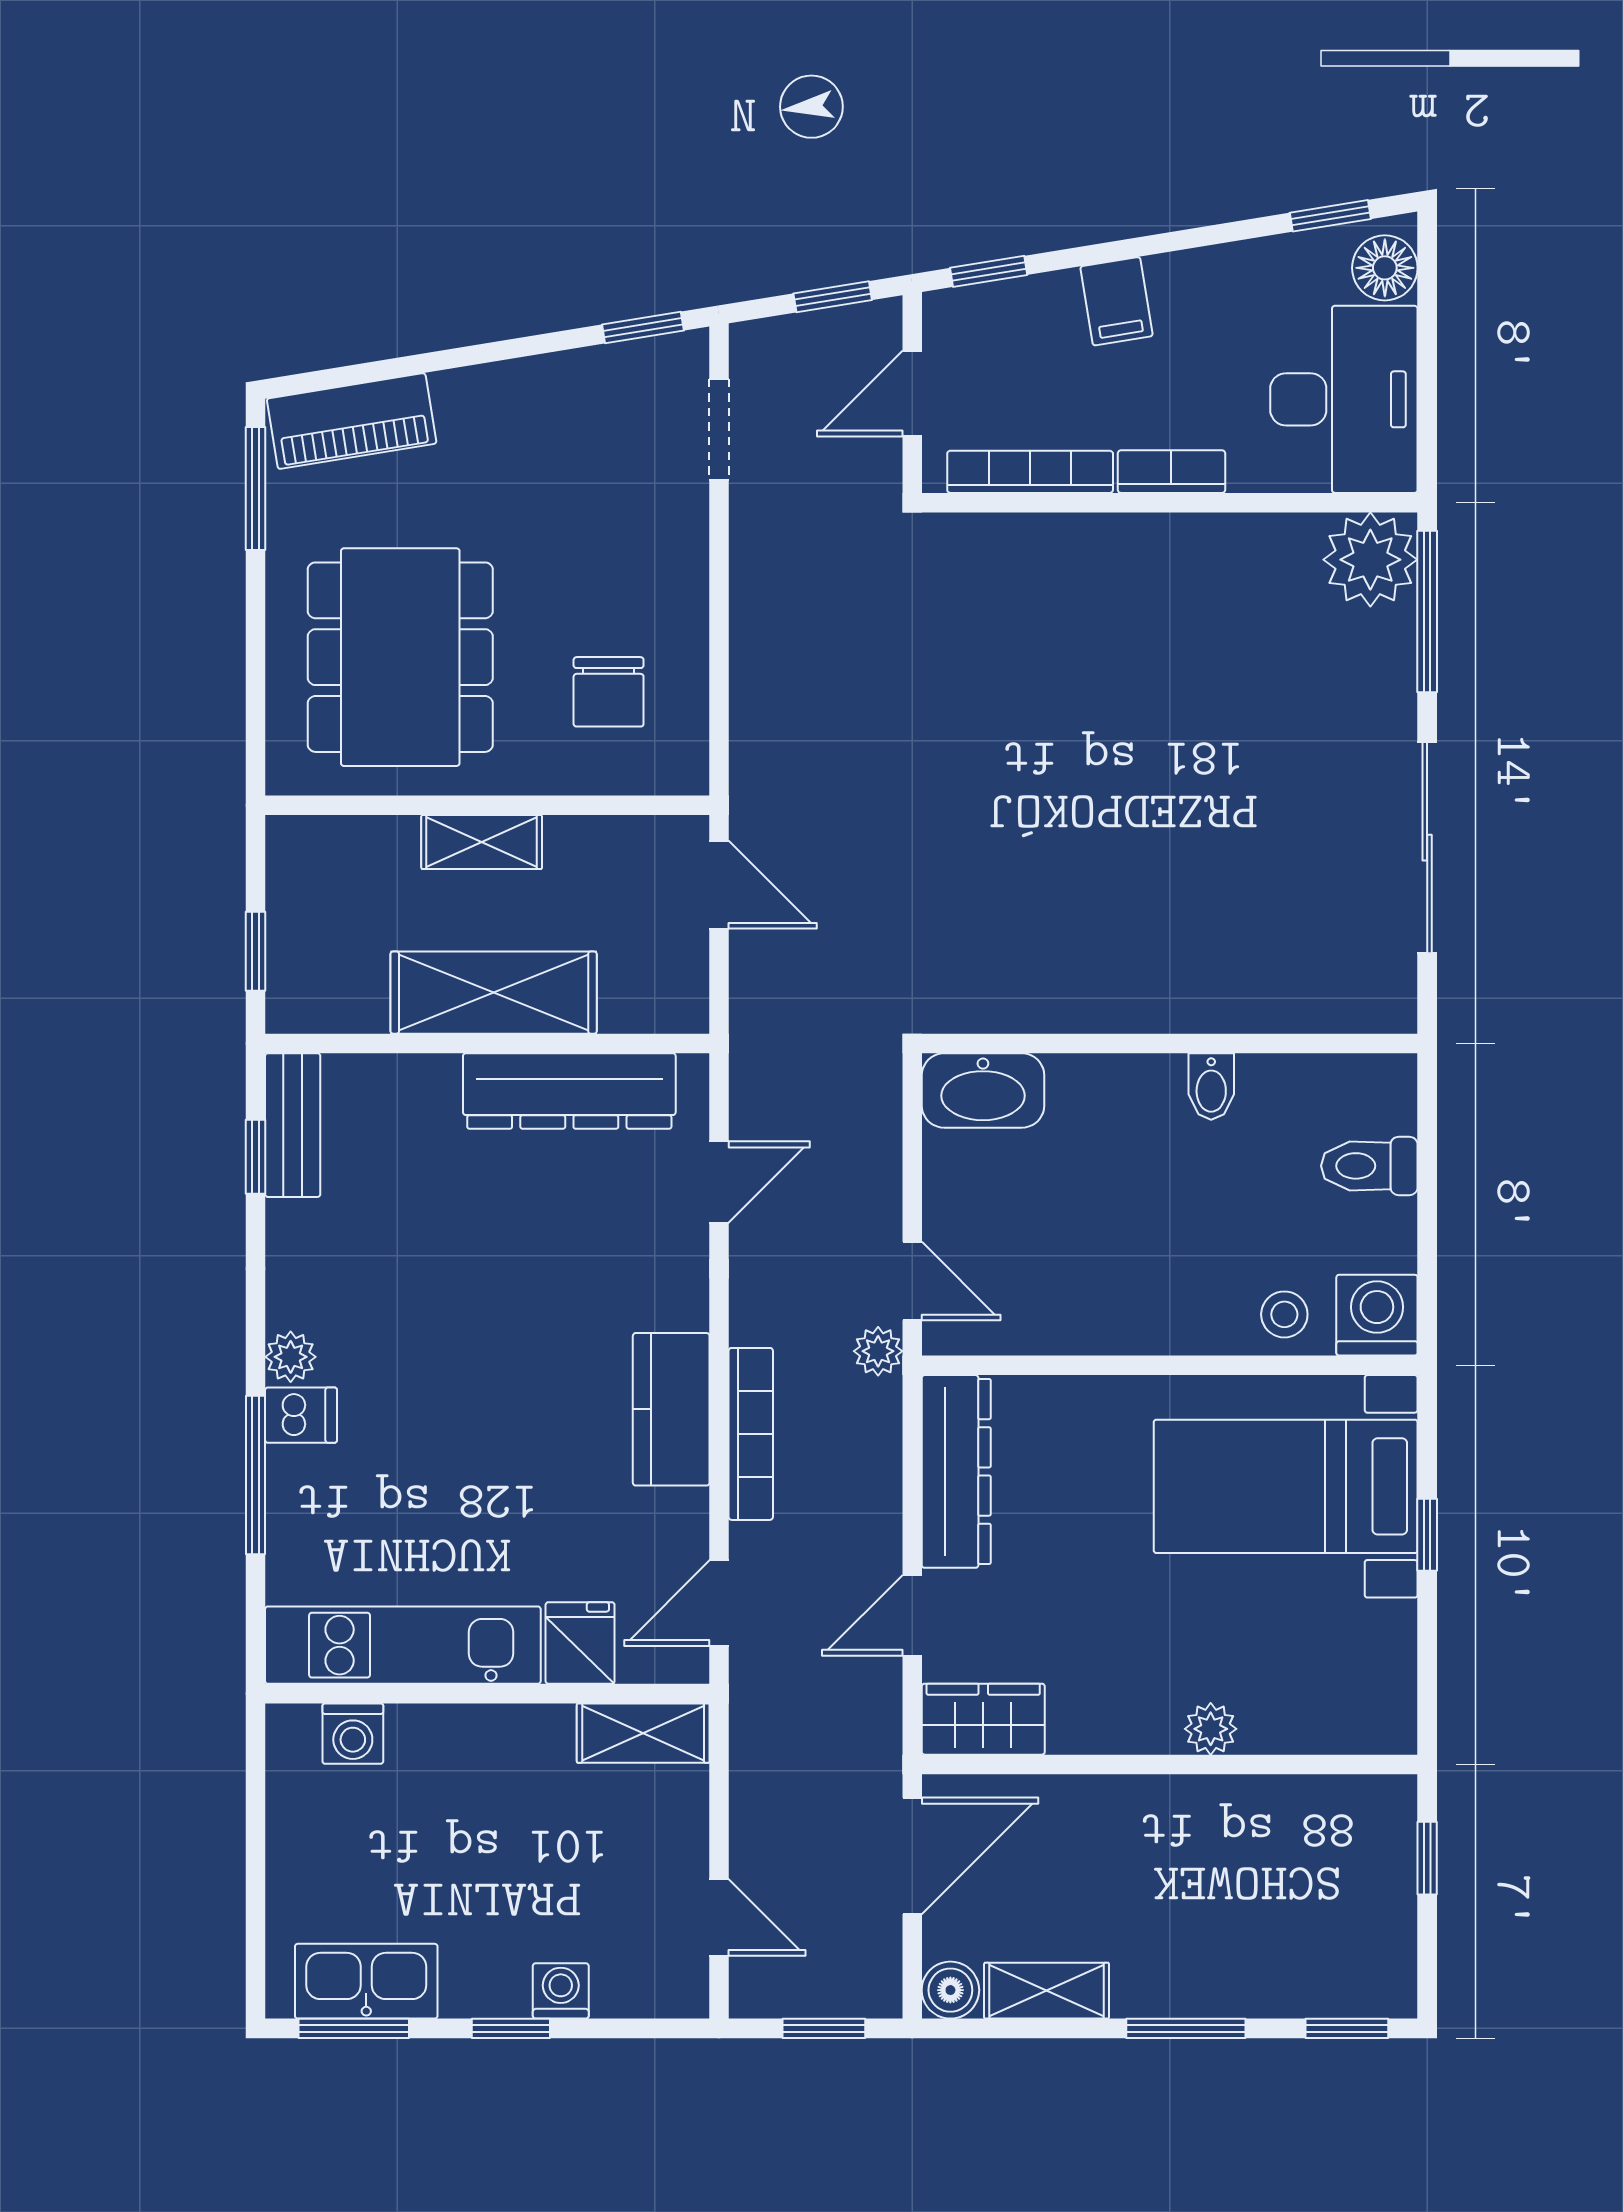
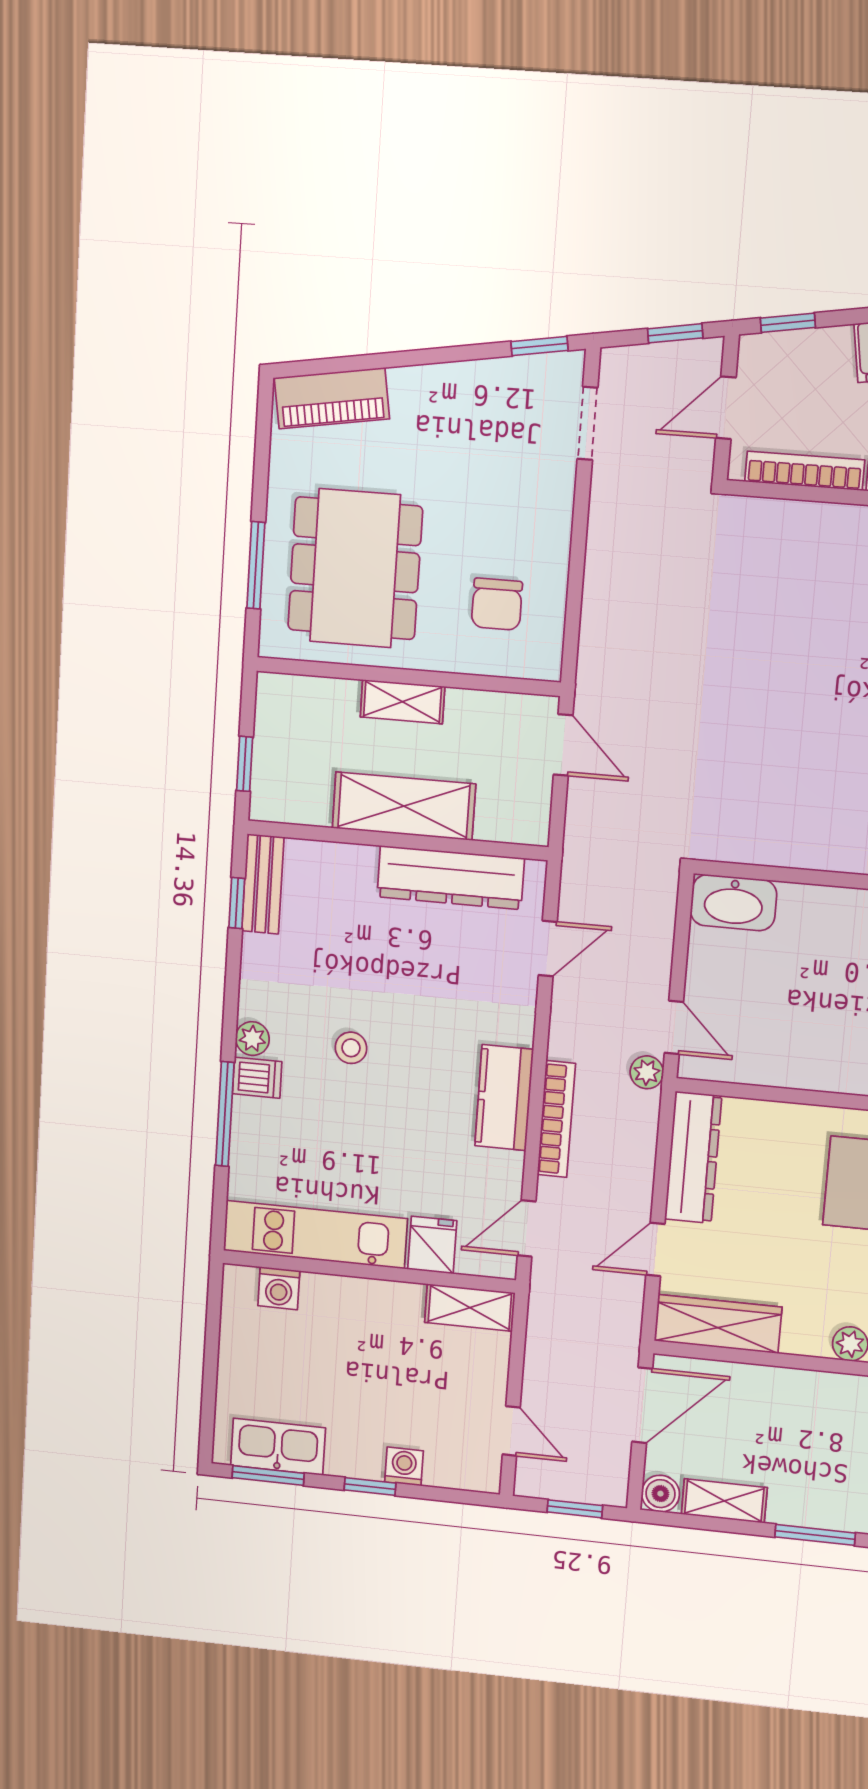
window: (256, 489) -> (256, 565), moved
stool: (439, 1357) -> (351, 1048), added
wardrobe: (983, 1719) -> (718, 1324), width x1.50

